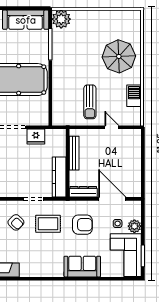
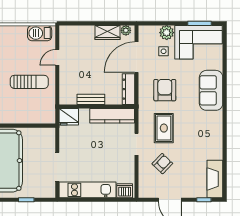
barbecue: (134, 96) -> (40, 33), moved
fridge: (36, 137) -> (69, 117), moved, turned 90
bench: (74, 153) -> (91, 99), width x0.73
wardrobe: (135, 173) -> (107, 32), added
plant: (136, 189) -> (126, 30), added

